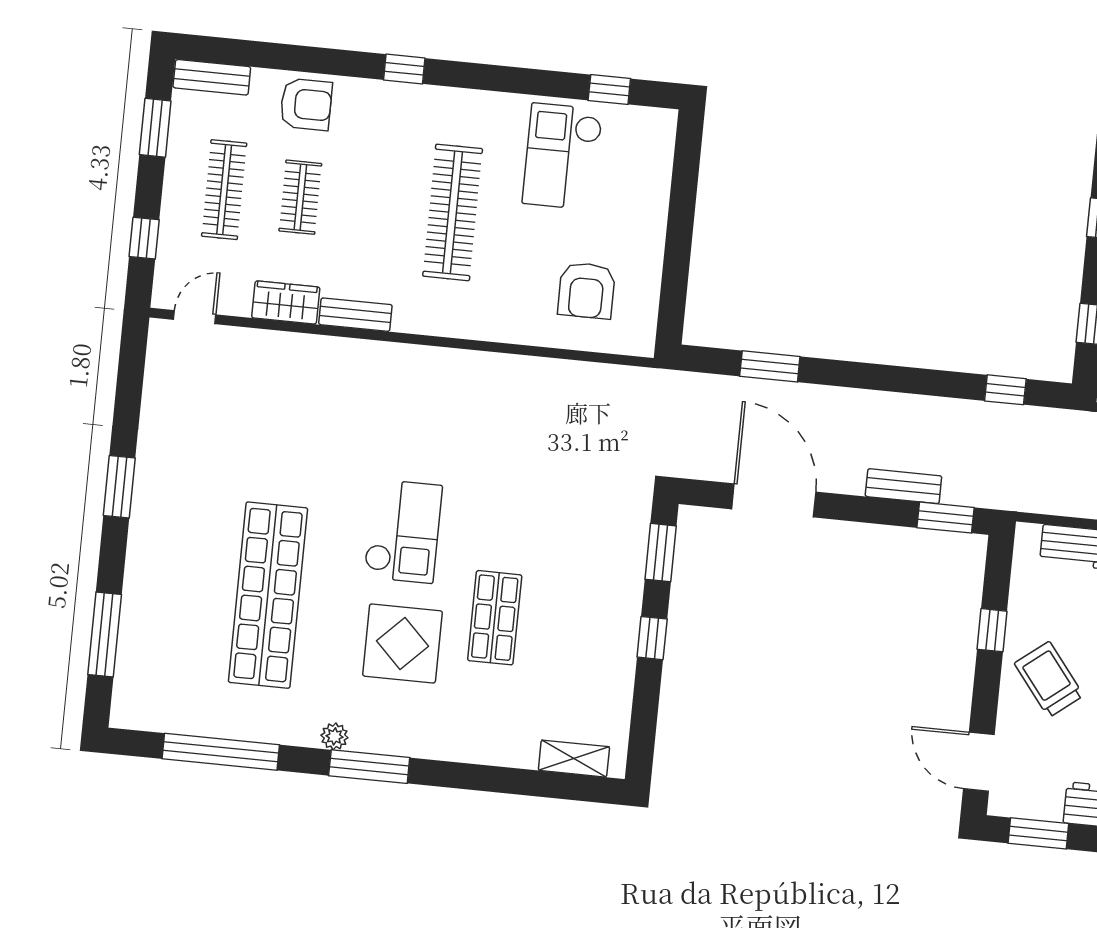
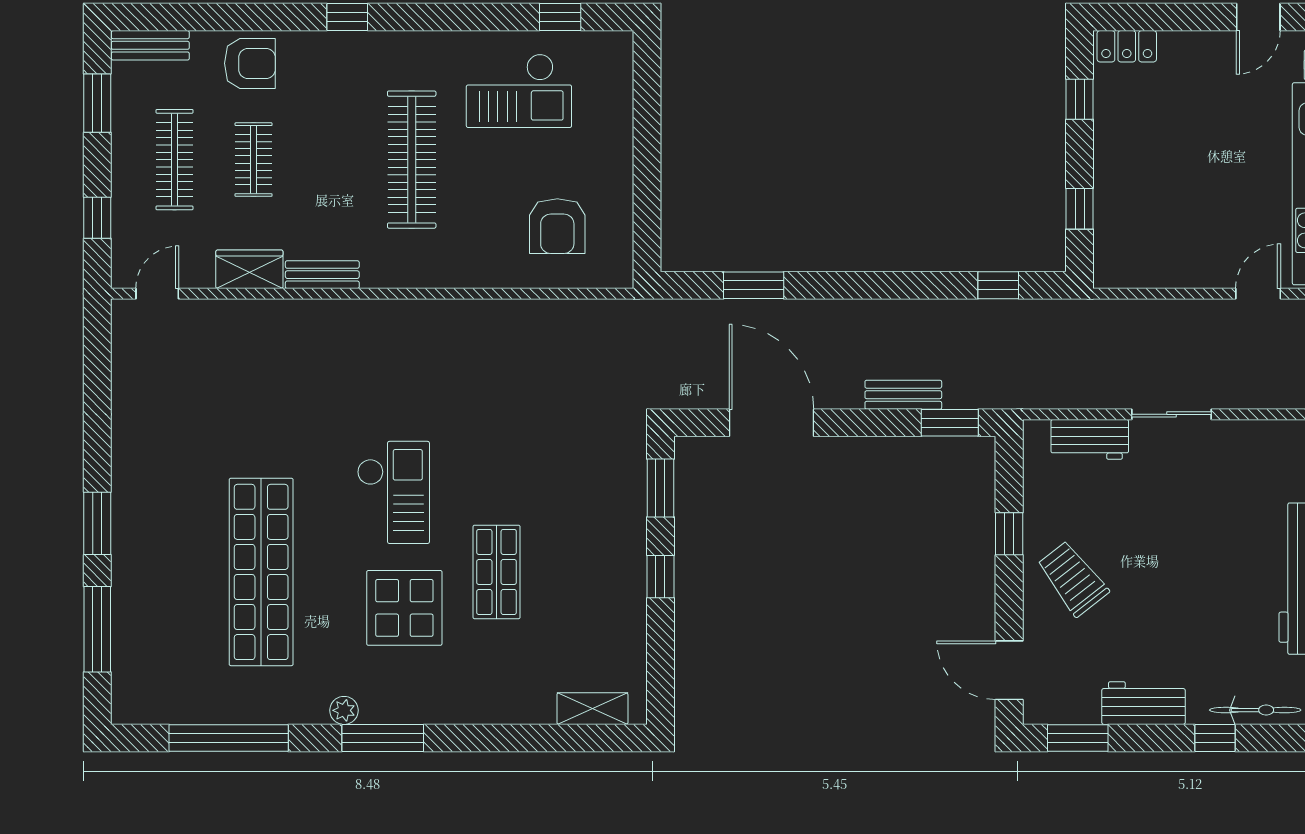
checkout: (562, 156) -> (519, 91), turned -90
window: (119, 487) -> (97, 523), moved

